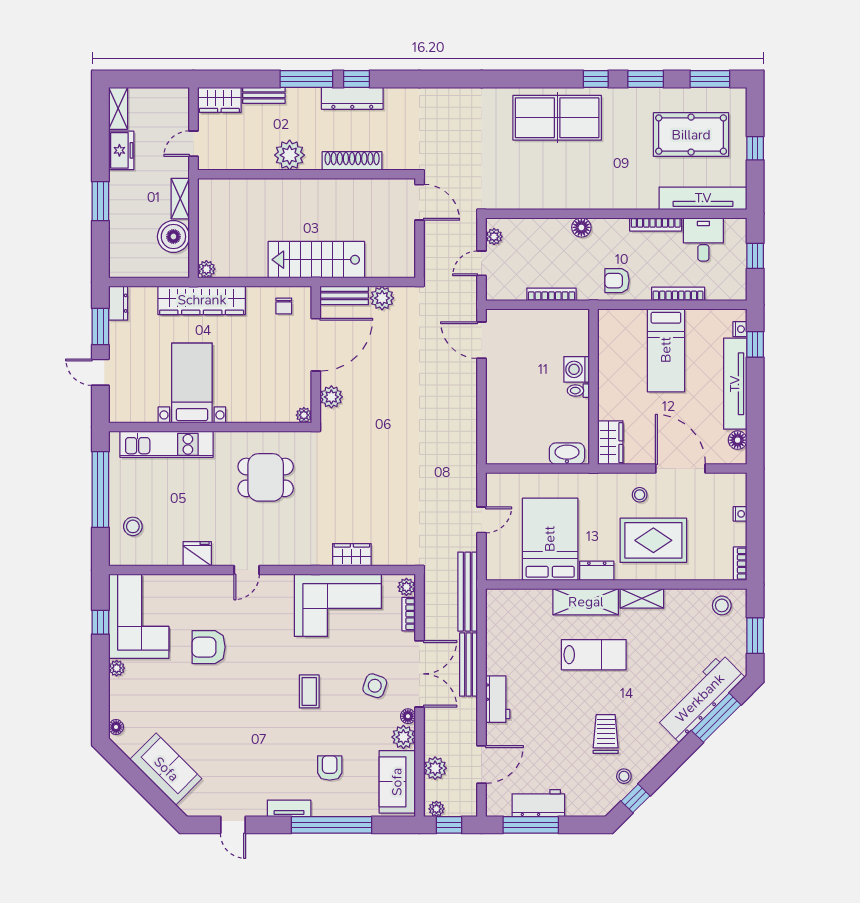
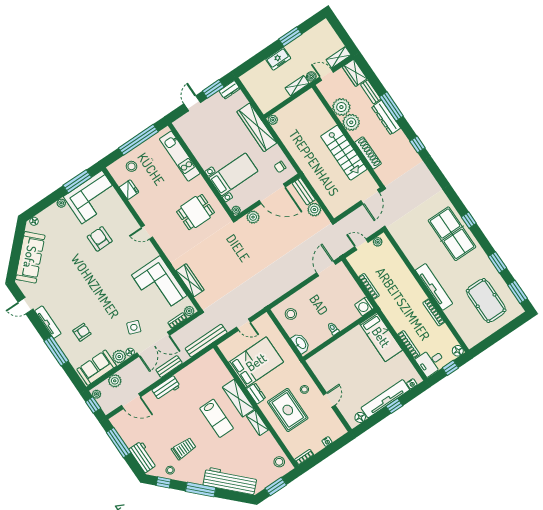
window: (357, 79) -> (417, 144), moved
window: (596, 79) -> (469, 220), moved
dresser: (352, 98) -> (386, 117), moved
shelving: (118, 108) -> (338, 57), moved
window: (755, 148) -> (500, 334), removed
freezer: (121, 150) -> (278, 59), moved
plant: (257, 154) -> (341, 107), added
tv unit: (703, 198) -> (434, 287), moved
window: (100, 201) -> (290, 37), moved
floor lamp: (581, 227) -> (458, 351), moved
boiler: (173, 237) -> (311, 76), moved, width x0.54, depth x0.54
desk: (703, 239) -> (431, 362), moved, turned 180
stairs: (316, 260) -> (344, 153), moved, turned 180
armchair: (617, 281) -> (396, 312), removed
window: (755, 344) -> (394, 406), moved
bed: (666, 350) -> (381, 337), moved, turned -90
washing machine: (577, 369) -> (364, 306), moved, turned -90
bed with nightstands: (192, 383) -> (233, 174), moved
stool: (514, 439) -> (291, 314), added
wardrobe: (610, 443) -> (319, 360), removed
door: (680, 469) -> (329, 400), width x0.53
dining table: (266, 477) -> (196, 212), turned 90
fridge: (197, 554) -> (129, 190), moved
wardrobe: (352, 555) -> (190, 280), width x1.50
window: (100, 622) -> (77, 181), width x2.17
bench: (469, 664) -> (169, 366), width x0.73
coffee table: (309, 691) -> (111, 299), removed
window: (716, 718) -> (201, 490), moved
sofa: (166, 769) -> (30, 257), width x1.36
workbench: (538, 803) -> (143, 457), moved
tv unit: (289, 808) -> (48, 322), width x1.41
door: (233, 825) -> (26, 306), hinge flipped
window: (332, 825) -> (56, 351), width x0.68

